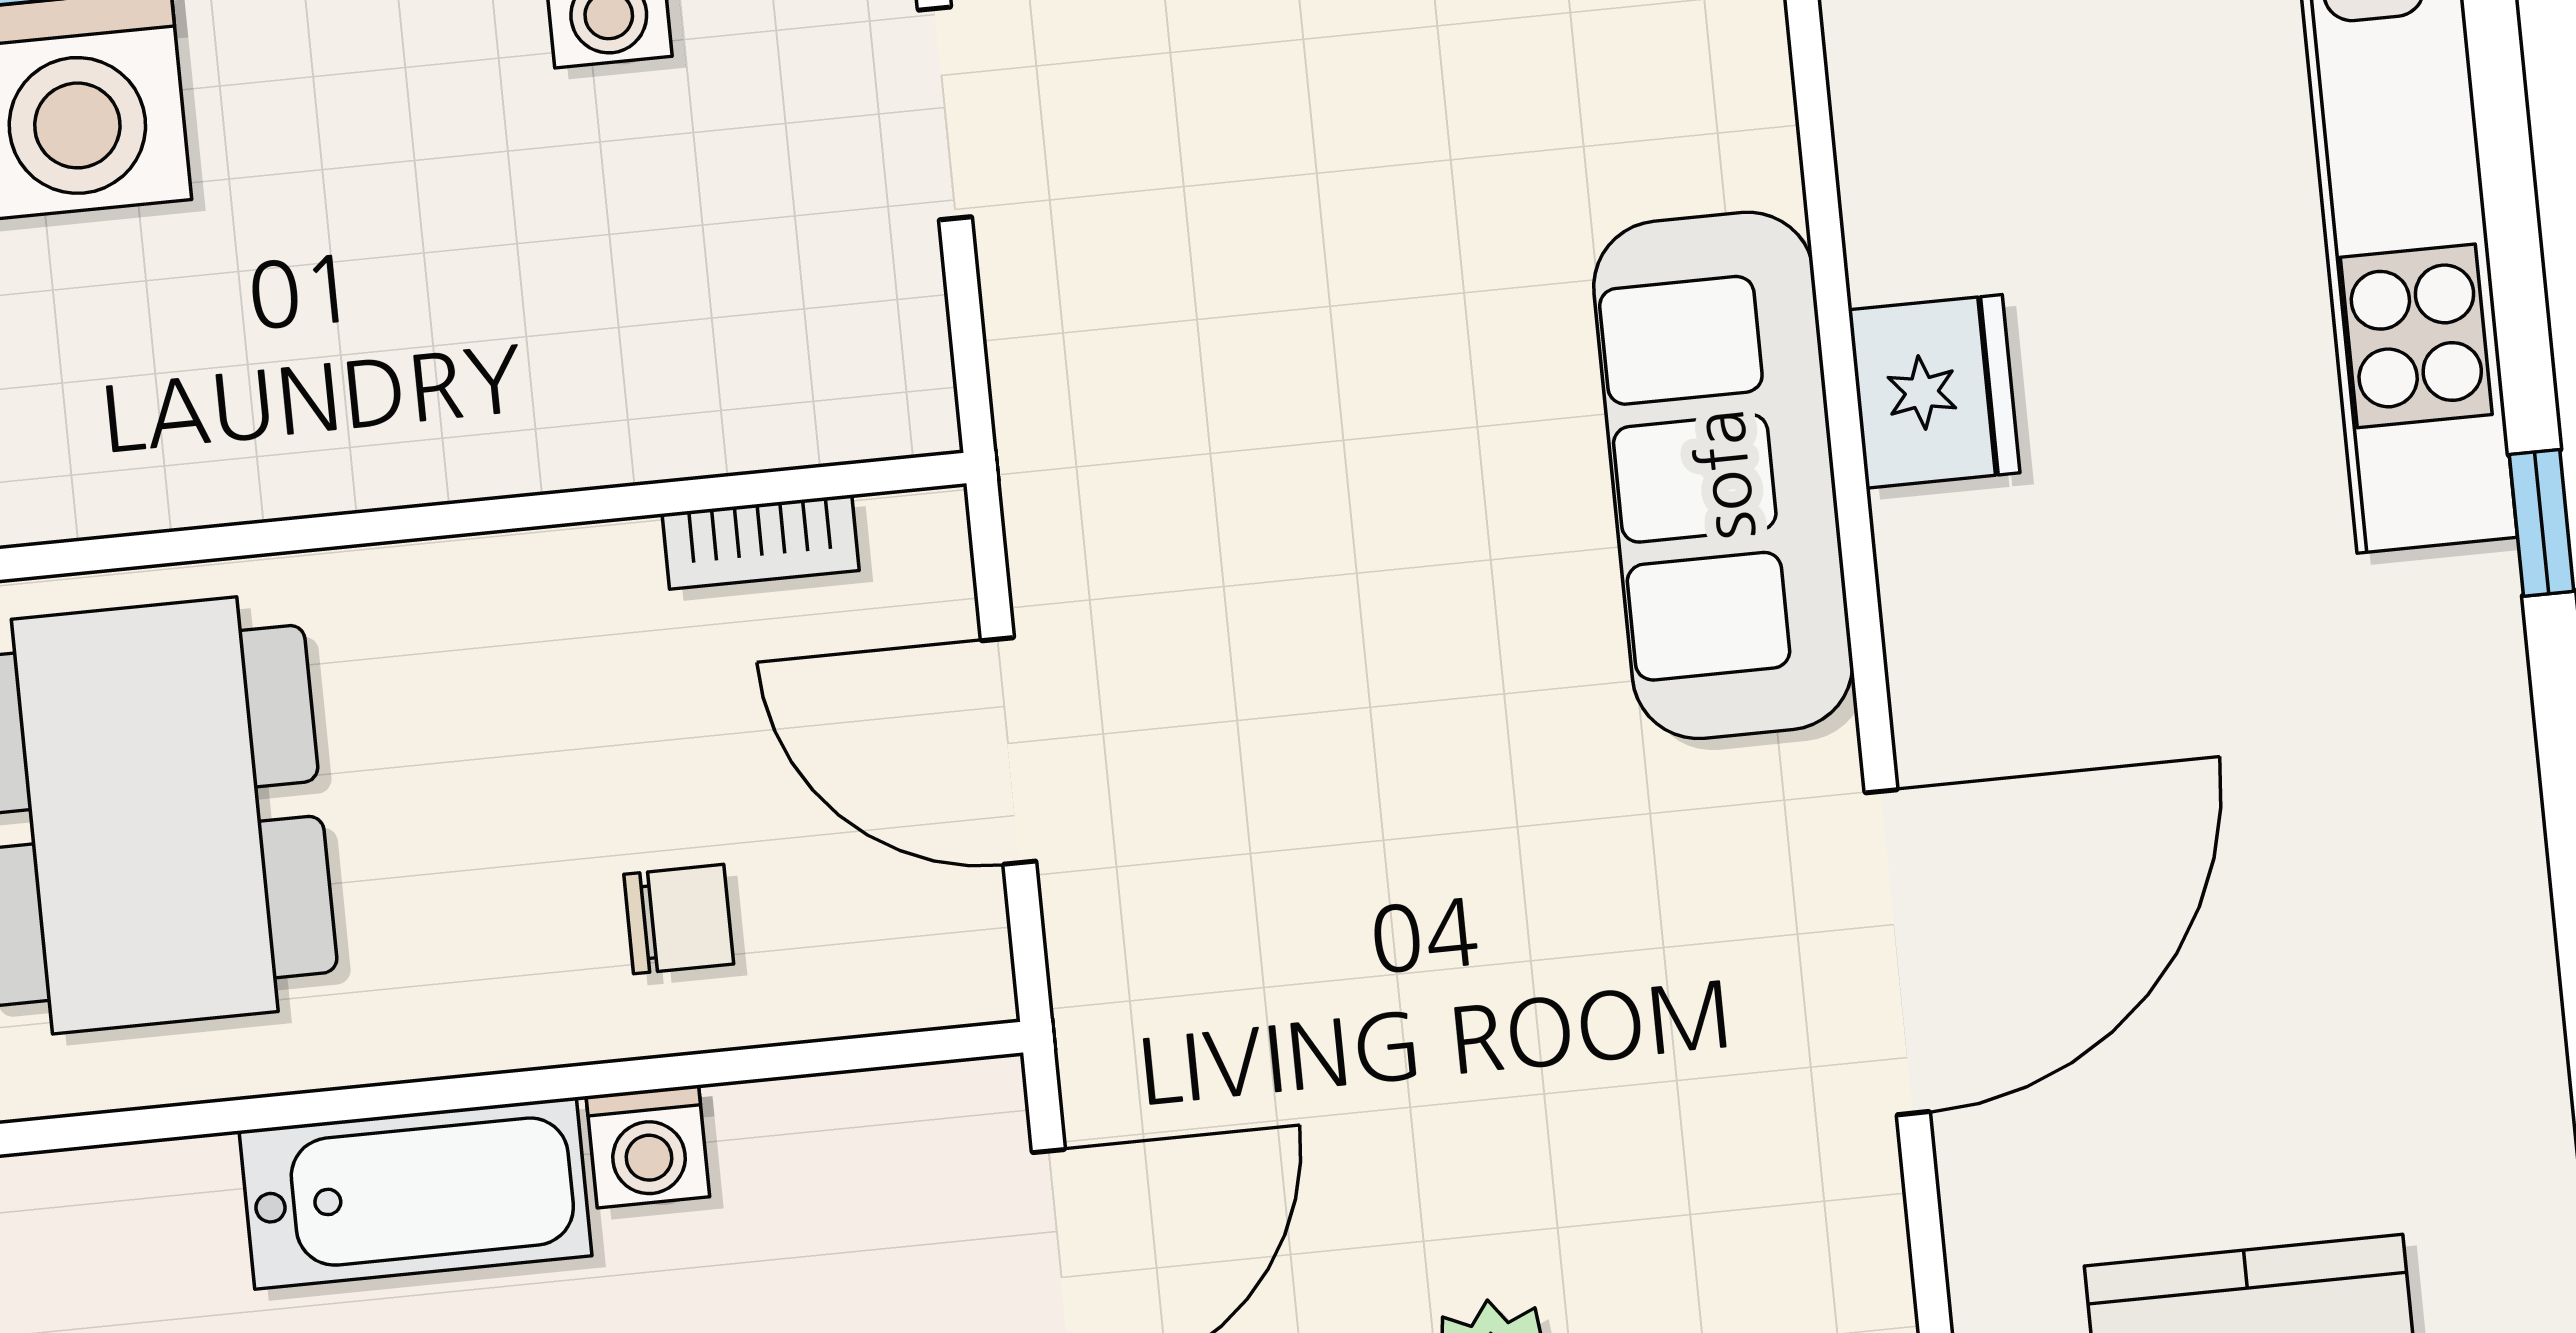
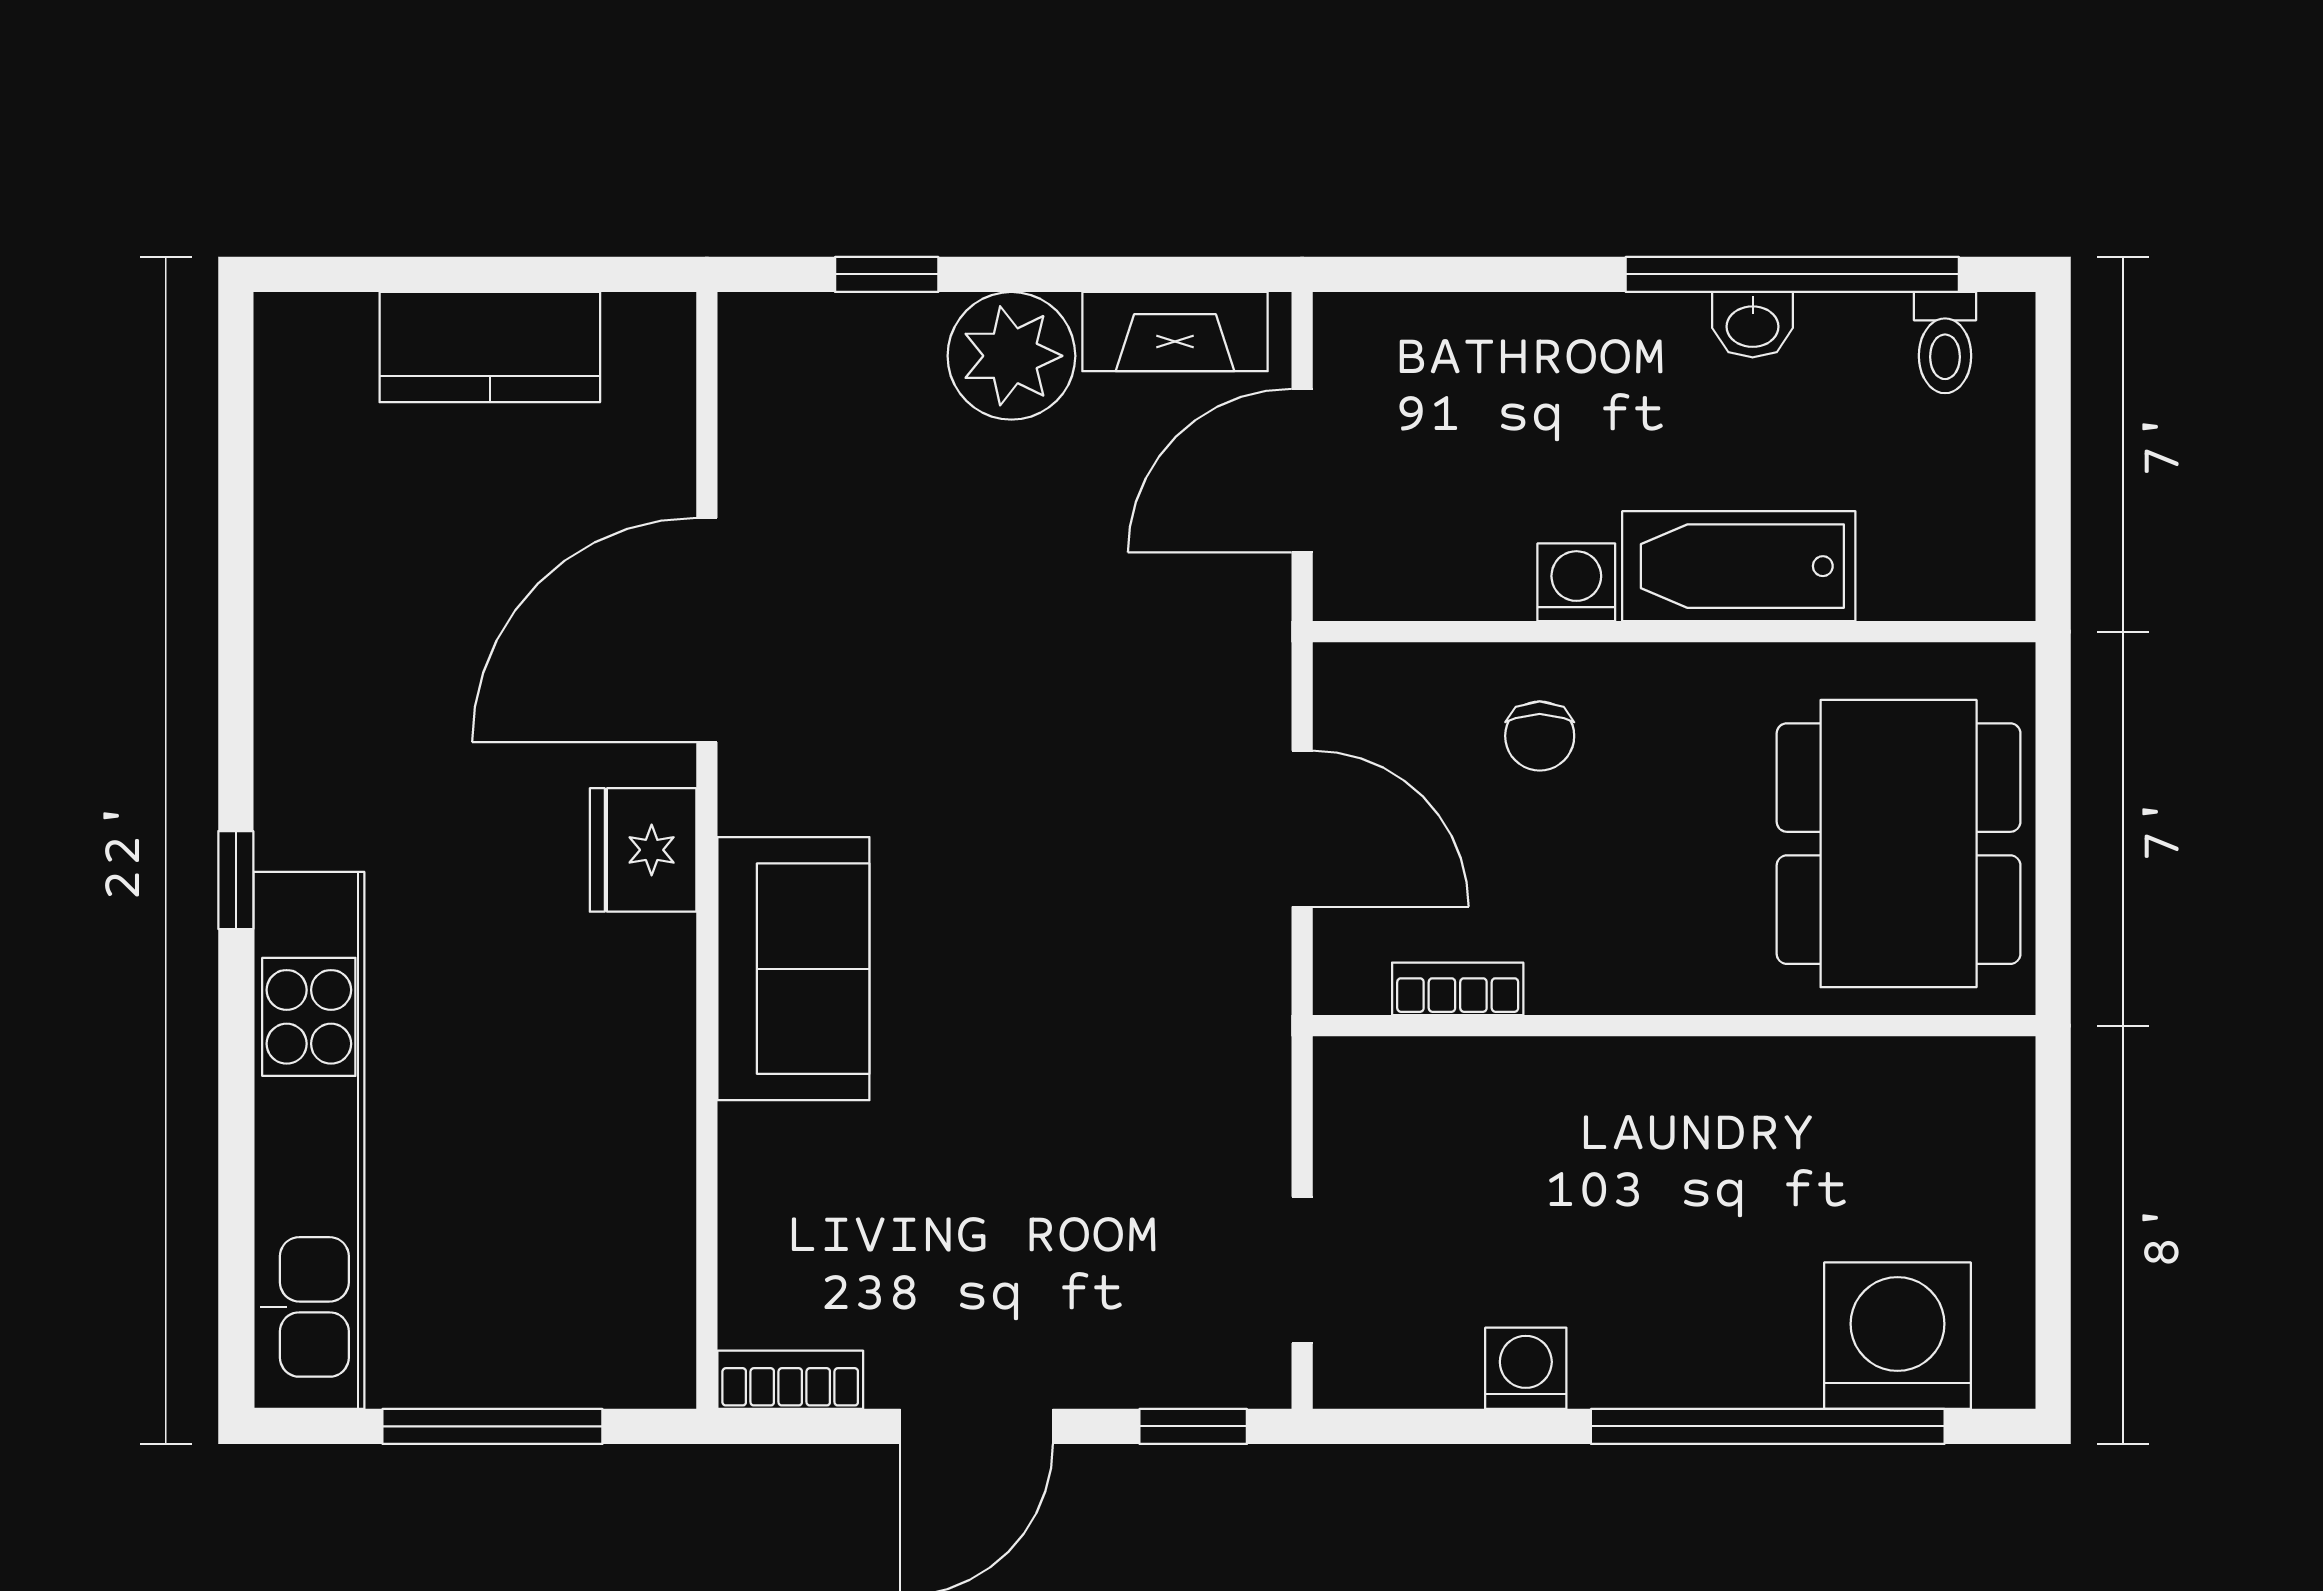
fridge: (1934, 391) -> (643, 850), moved
sofa: (1723, 475) -> (793, 969), width x0.73
chair: (679, 919) -> (1540, 736), turned -90

